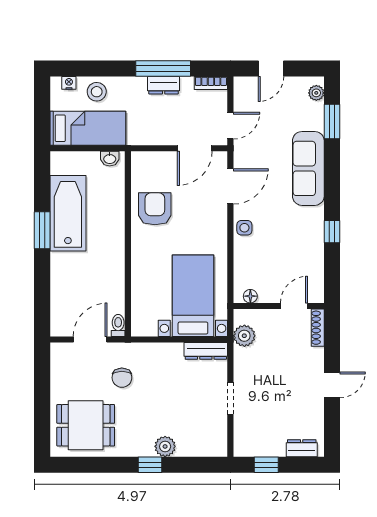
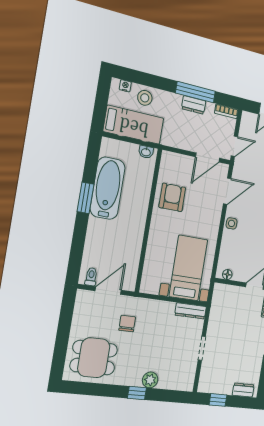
toilet: (118, 325) -> (91, 277), moved
plant: (244, 336) -> (219, 303), removed
chair: (122, 378) -> (127, 323), turned 180

